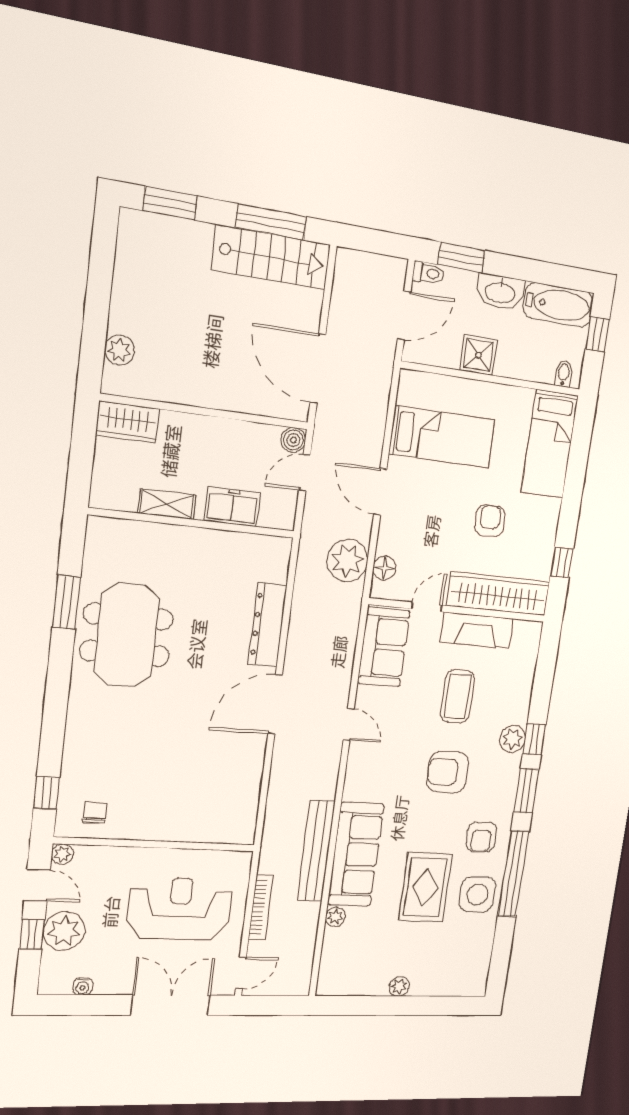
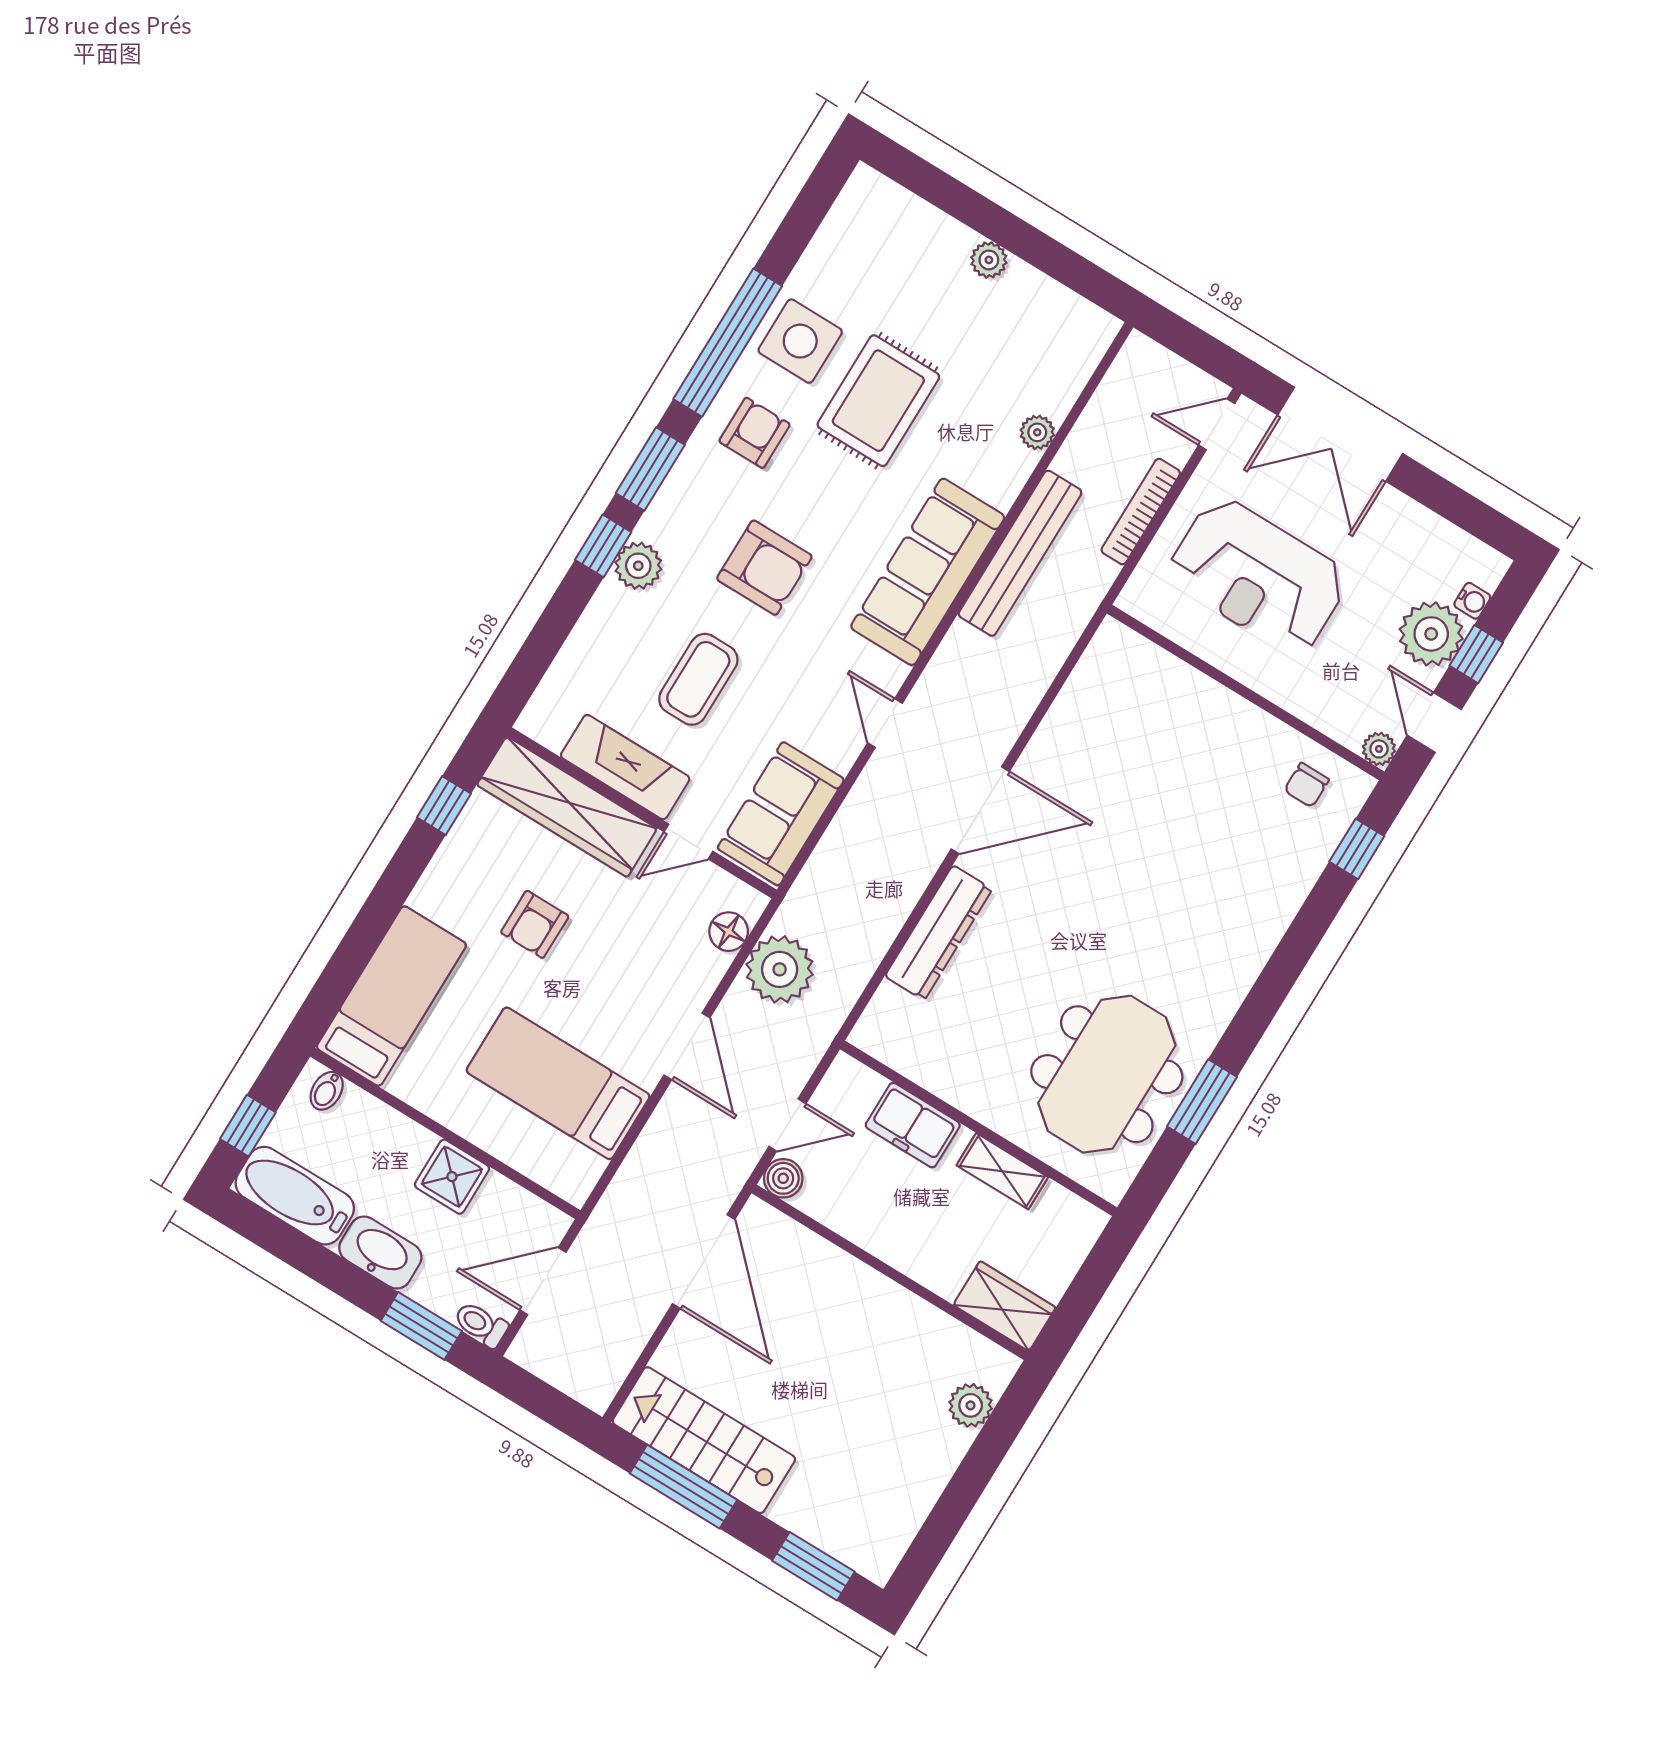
meeting table: (127, 635) -> (1107, 1074), moved
sofa: (356, 854) -> (928, 572), moved
water cooler: (83, 986) -> (1472, 601), moved, turned 90

